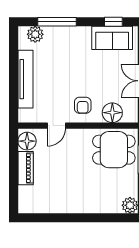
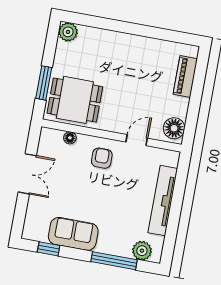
sofa: (112, 38) -> (73, 234), moved
floor lamp: (112, 113) -> (70, 138), width x0.53, depth x0.53
piano: (26, 168) -> (185, 76), moved

